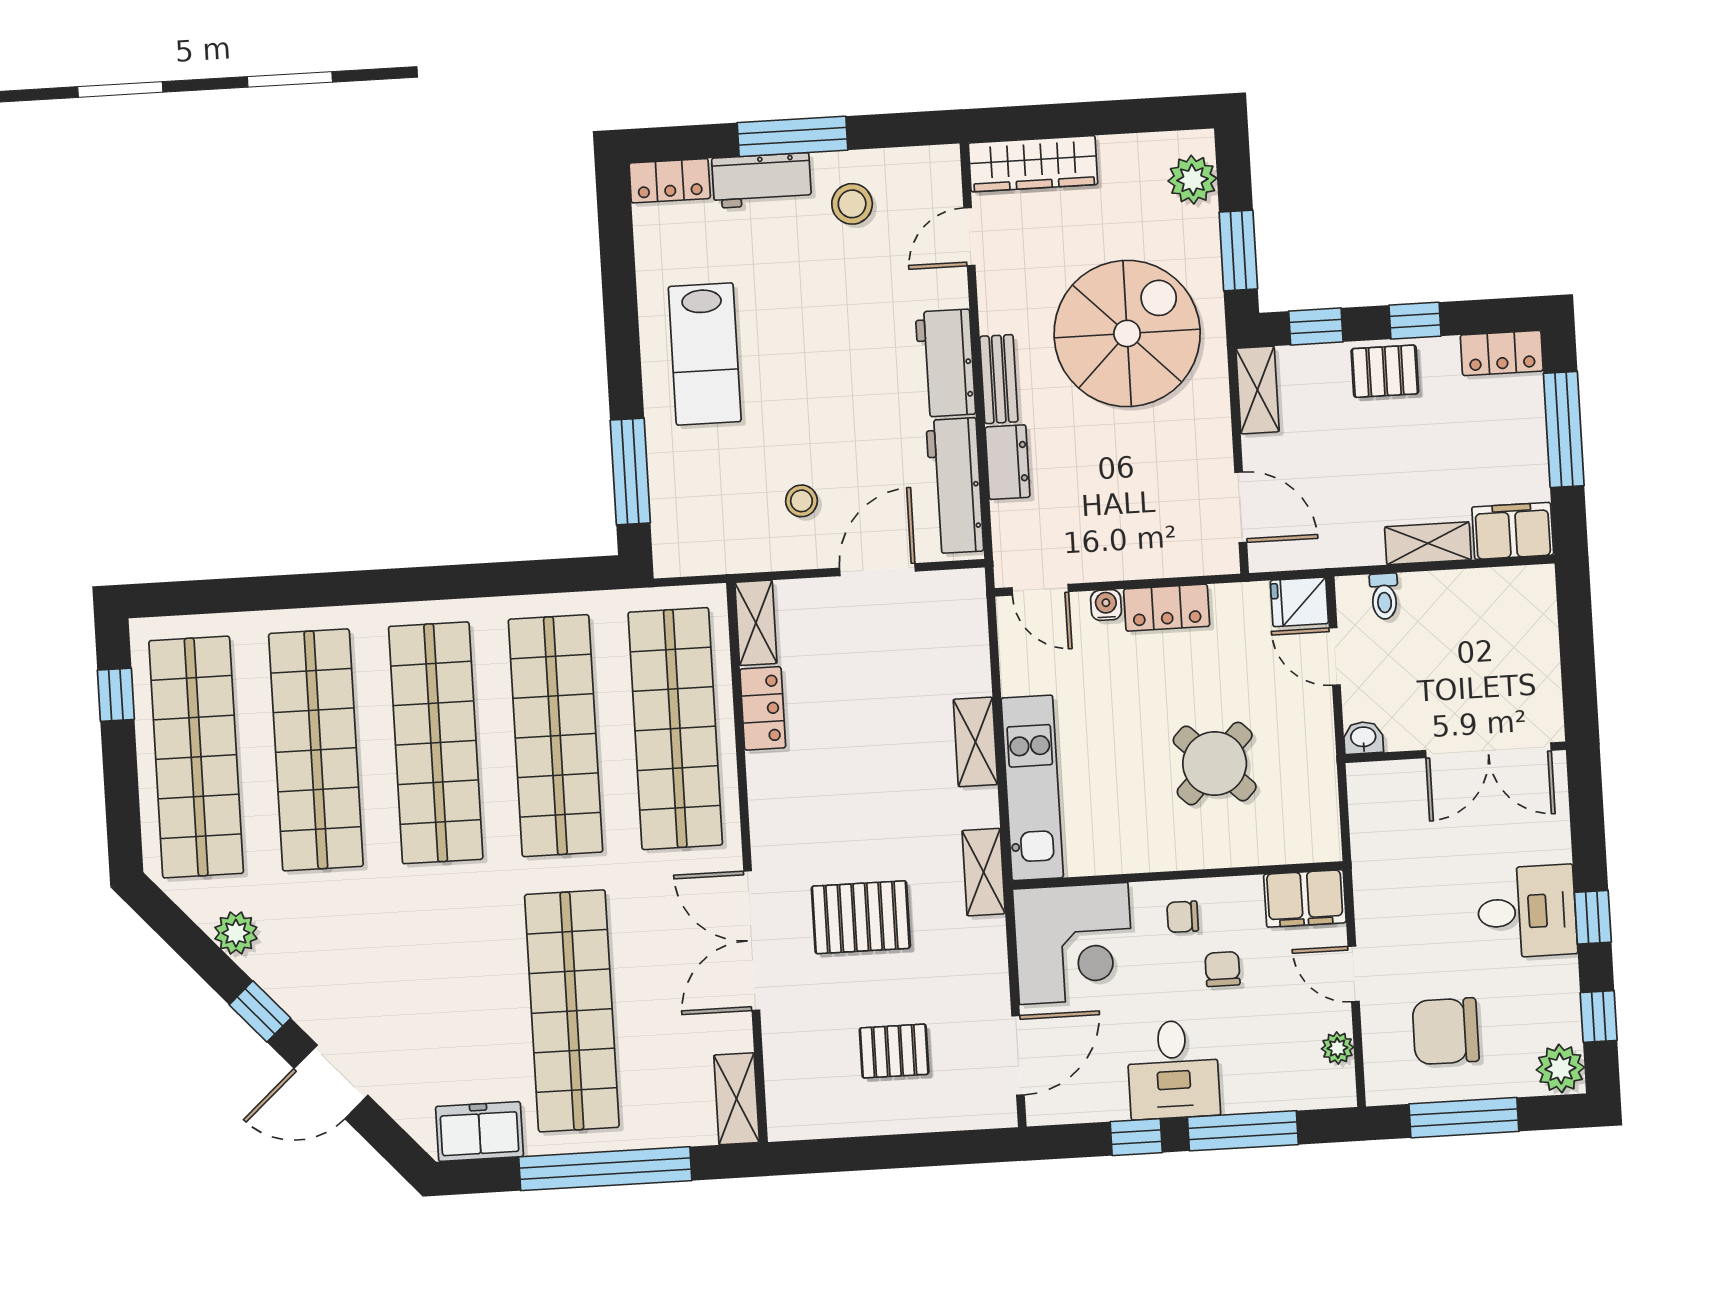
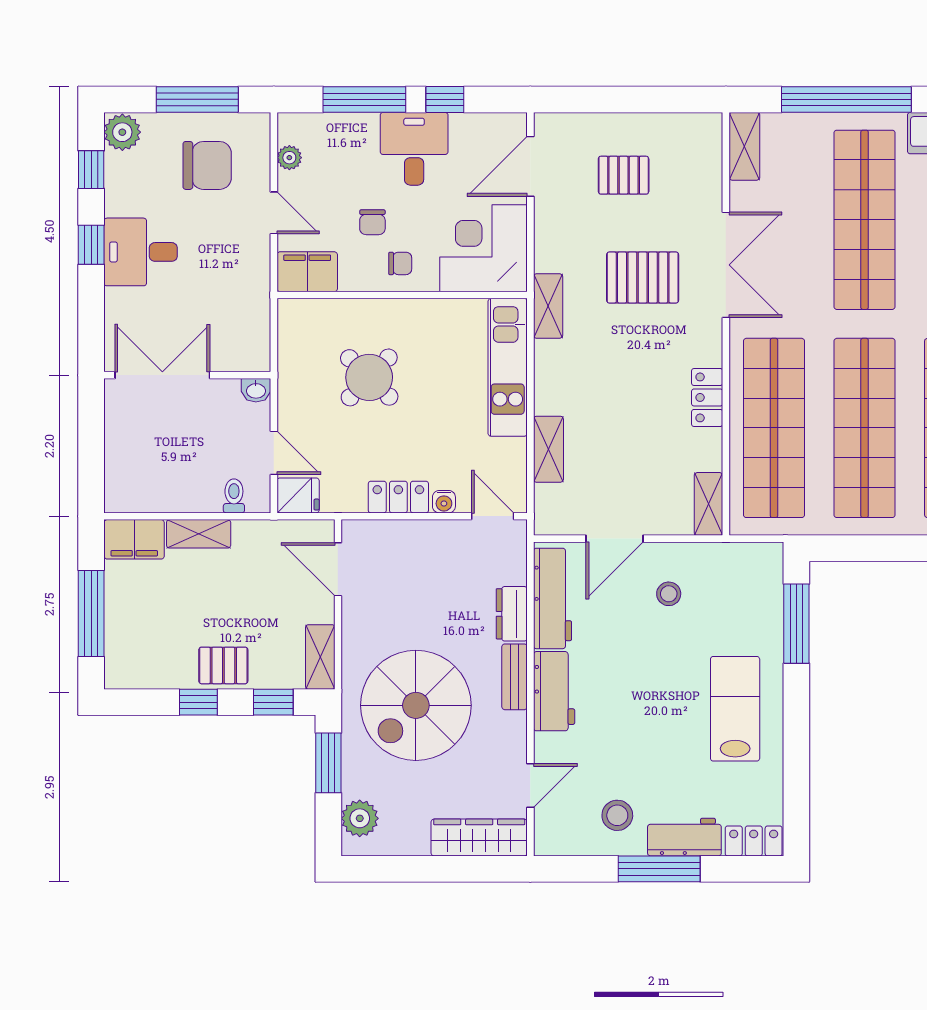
locker: (1502, 353) -> (134, 674), removed
locker: (763, 708) -> (707, 397), moved
shelving: (975, 742) -> (548, 449), moved

